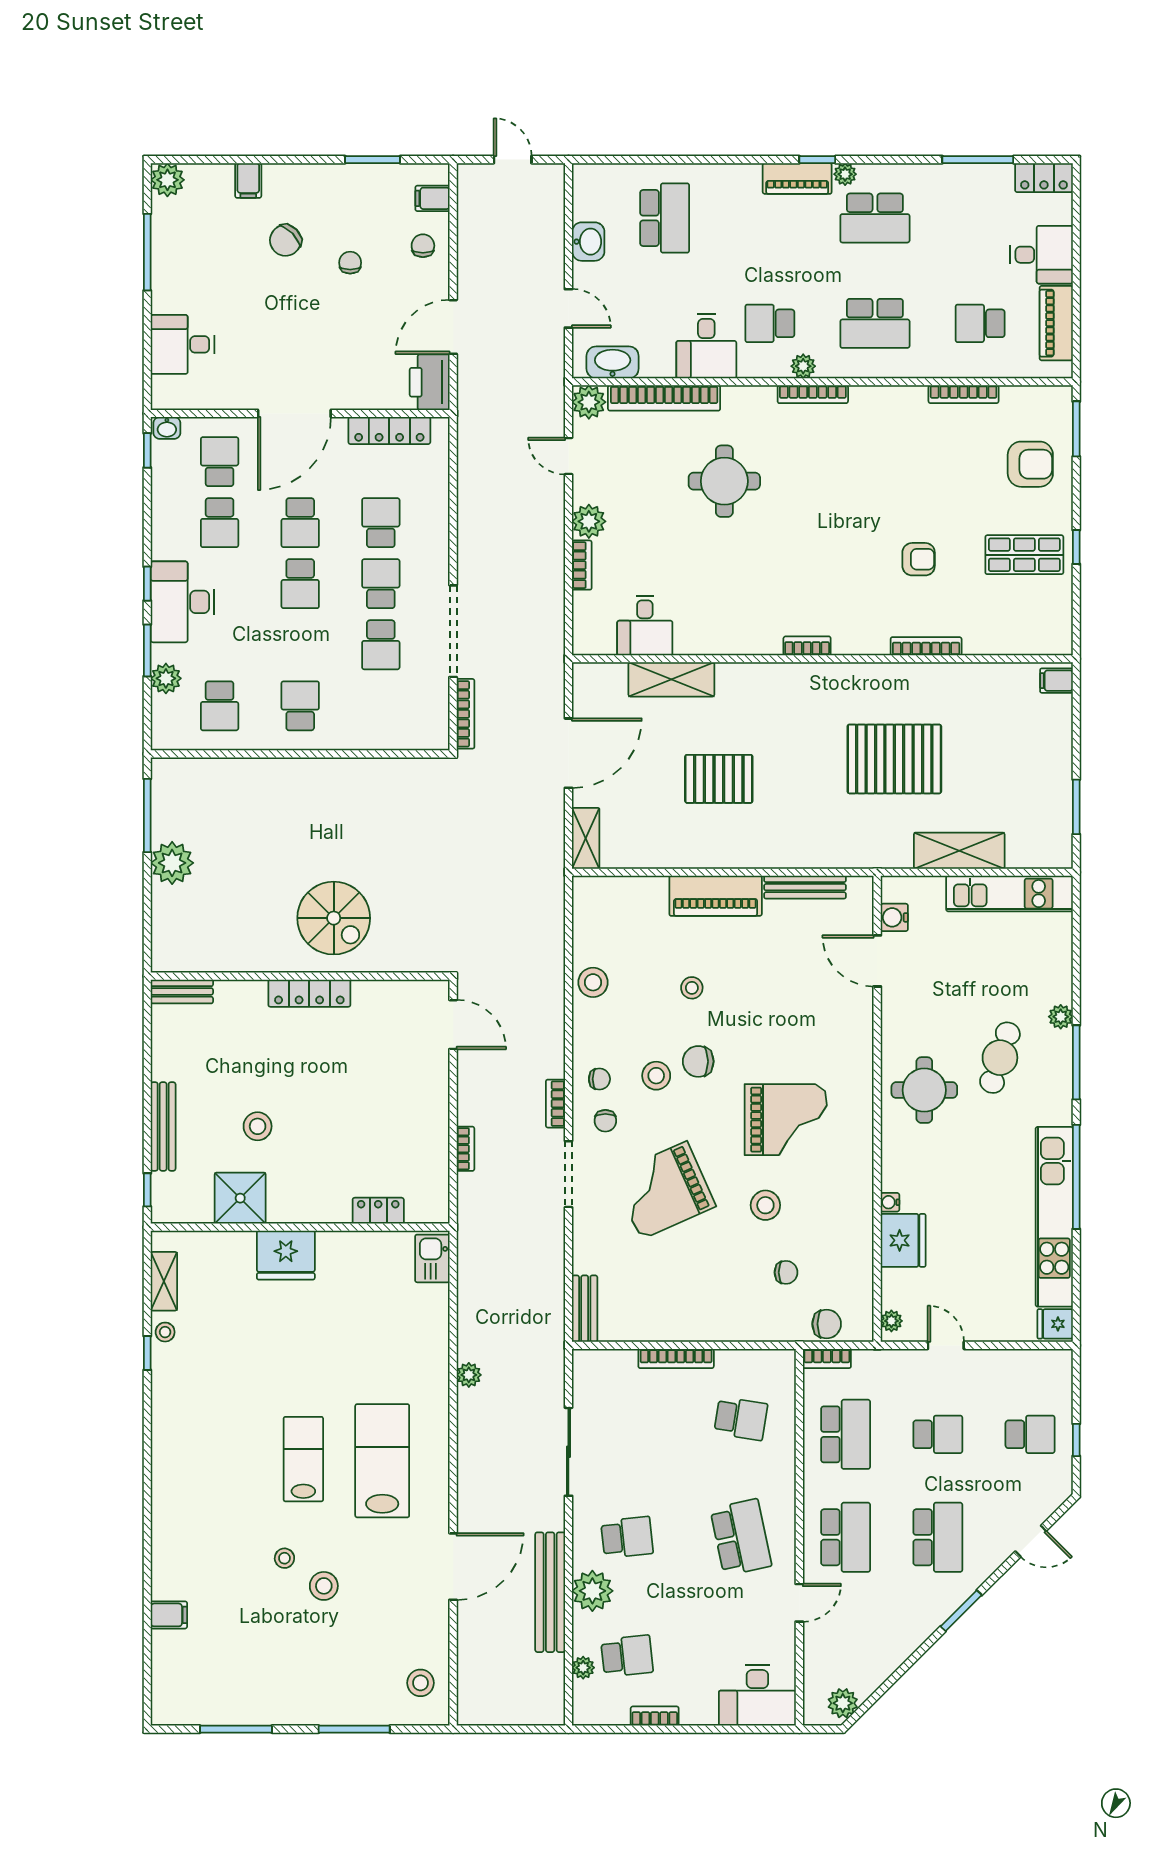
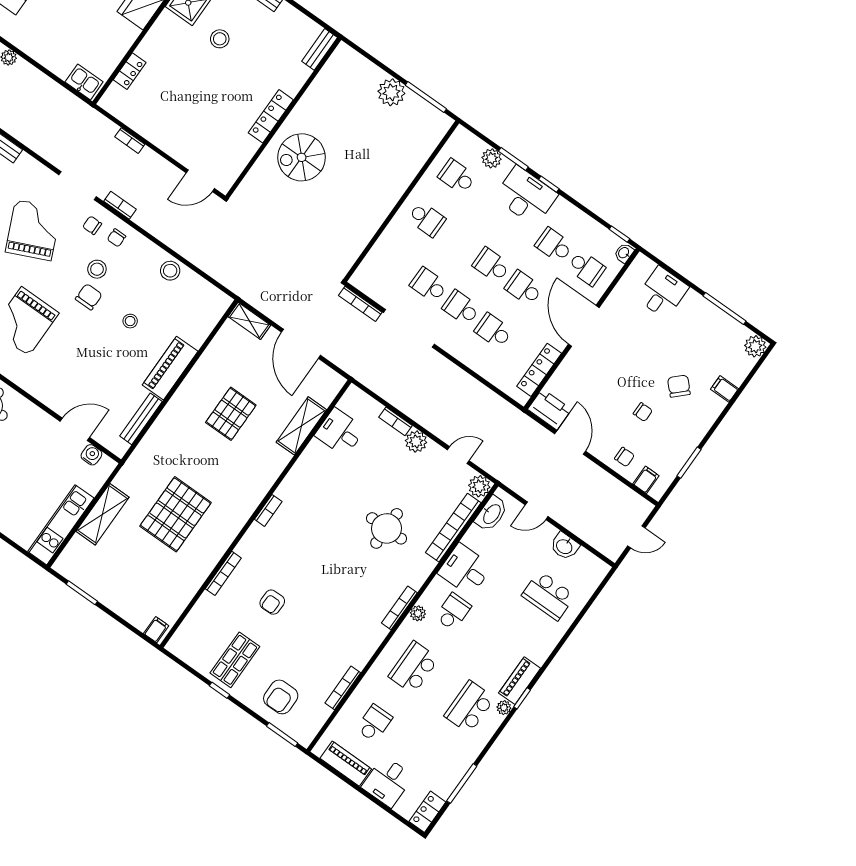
school desk: (381, 523) -> (493, 331), turned 180
school desk: (381, 584) -> (461, 308), turned 180

